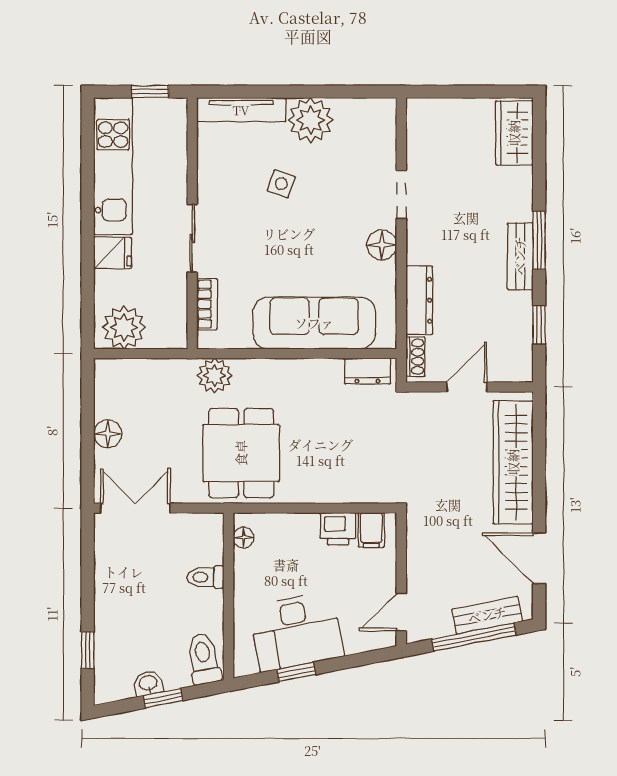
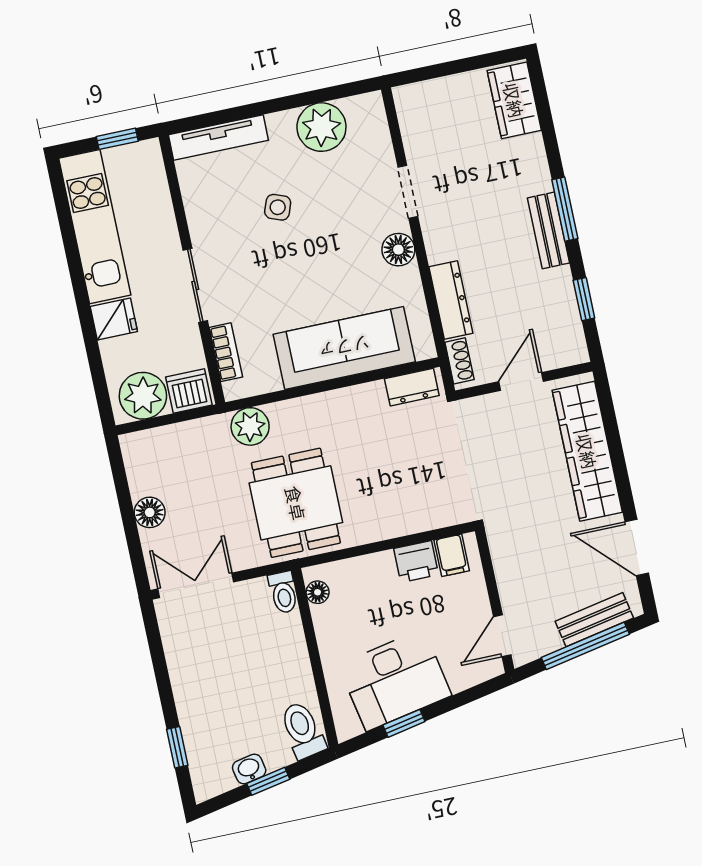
plant: (311, 120) -> (321, 127), moved
dishwasher: (166, 332) -> (189, 391), added
toilet: (206, 577) -> (283, 592), moved, turned -90

